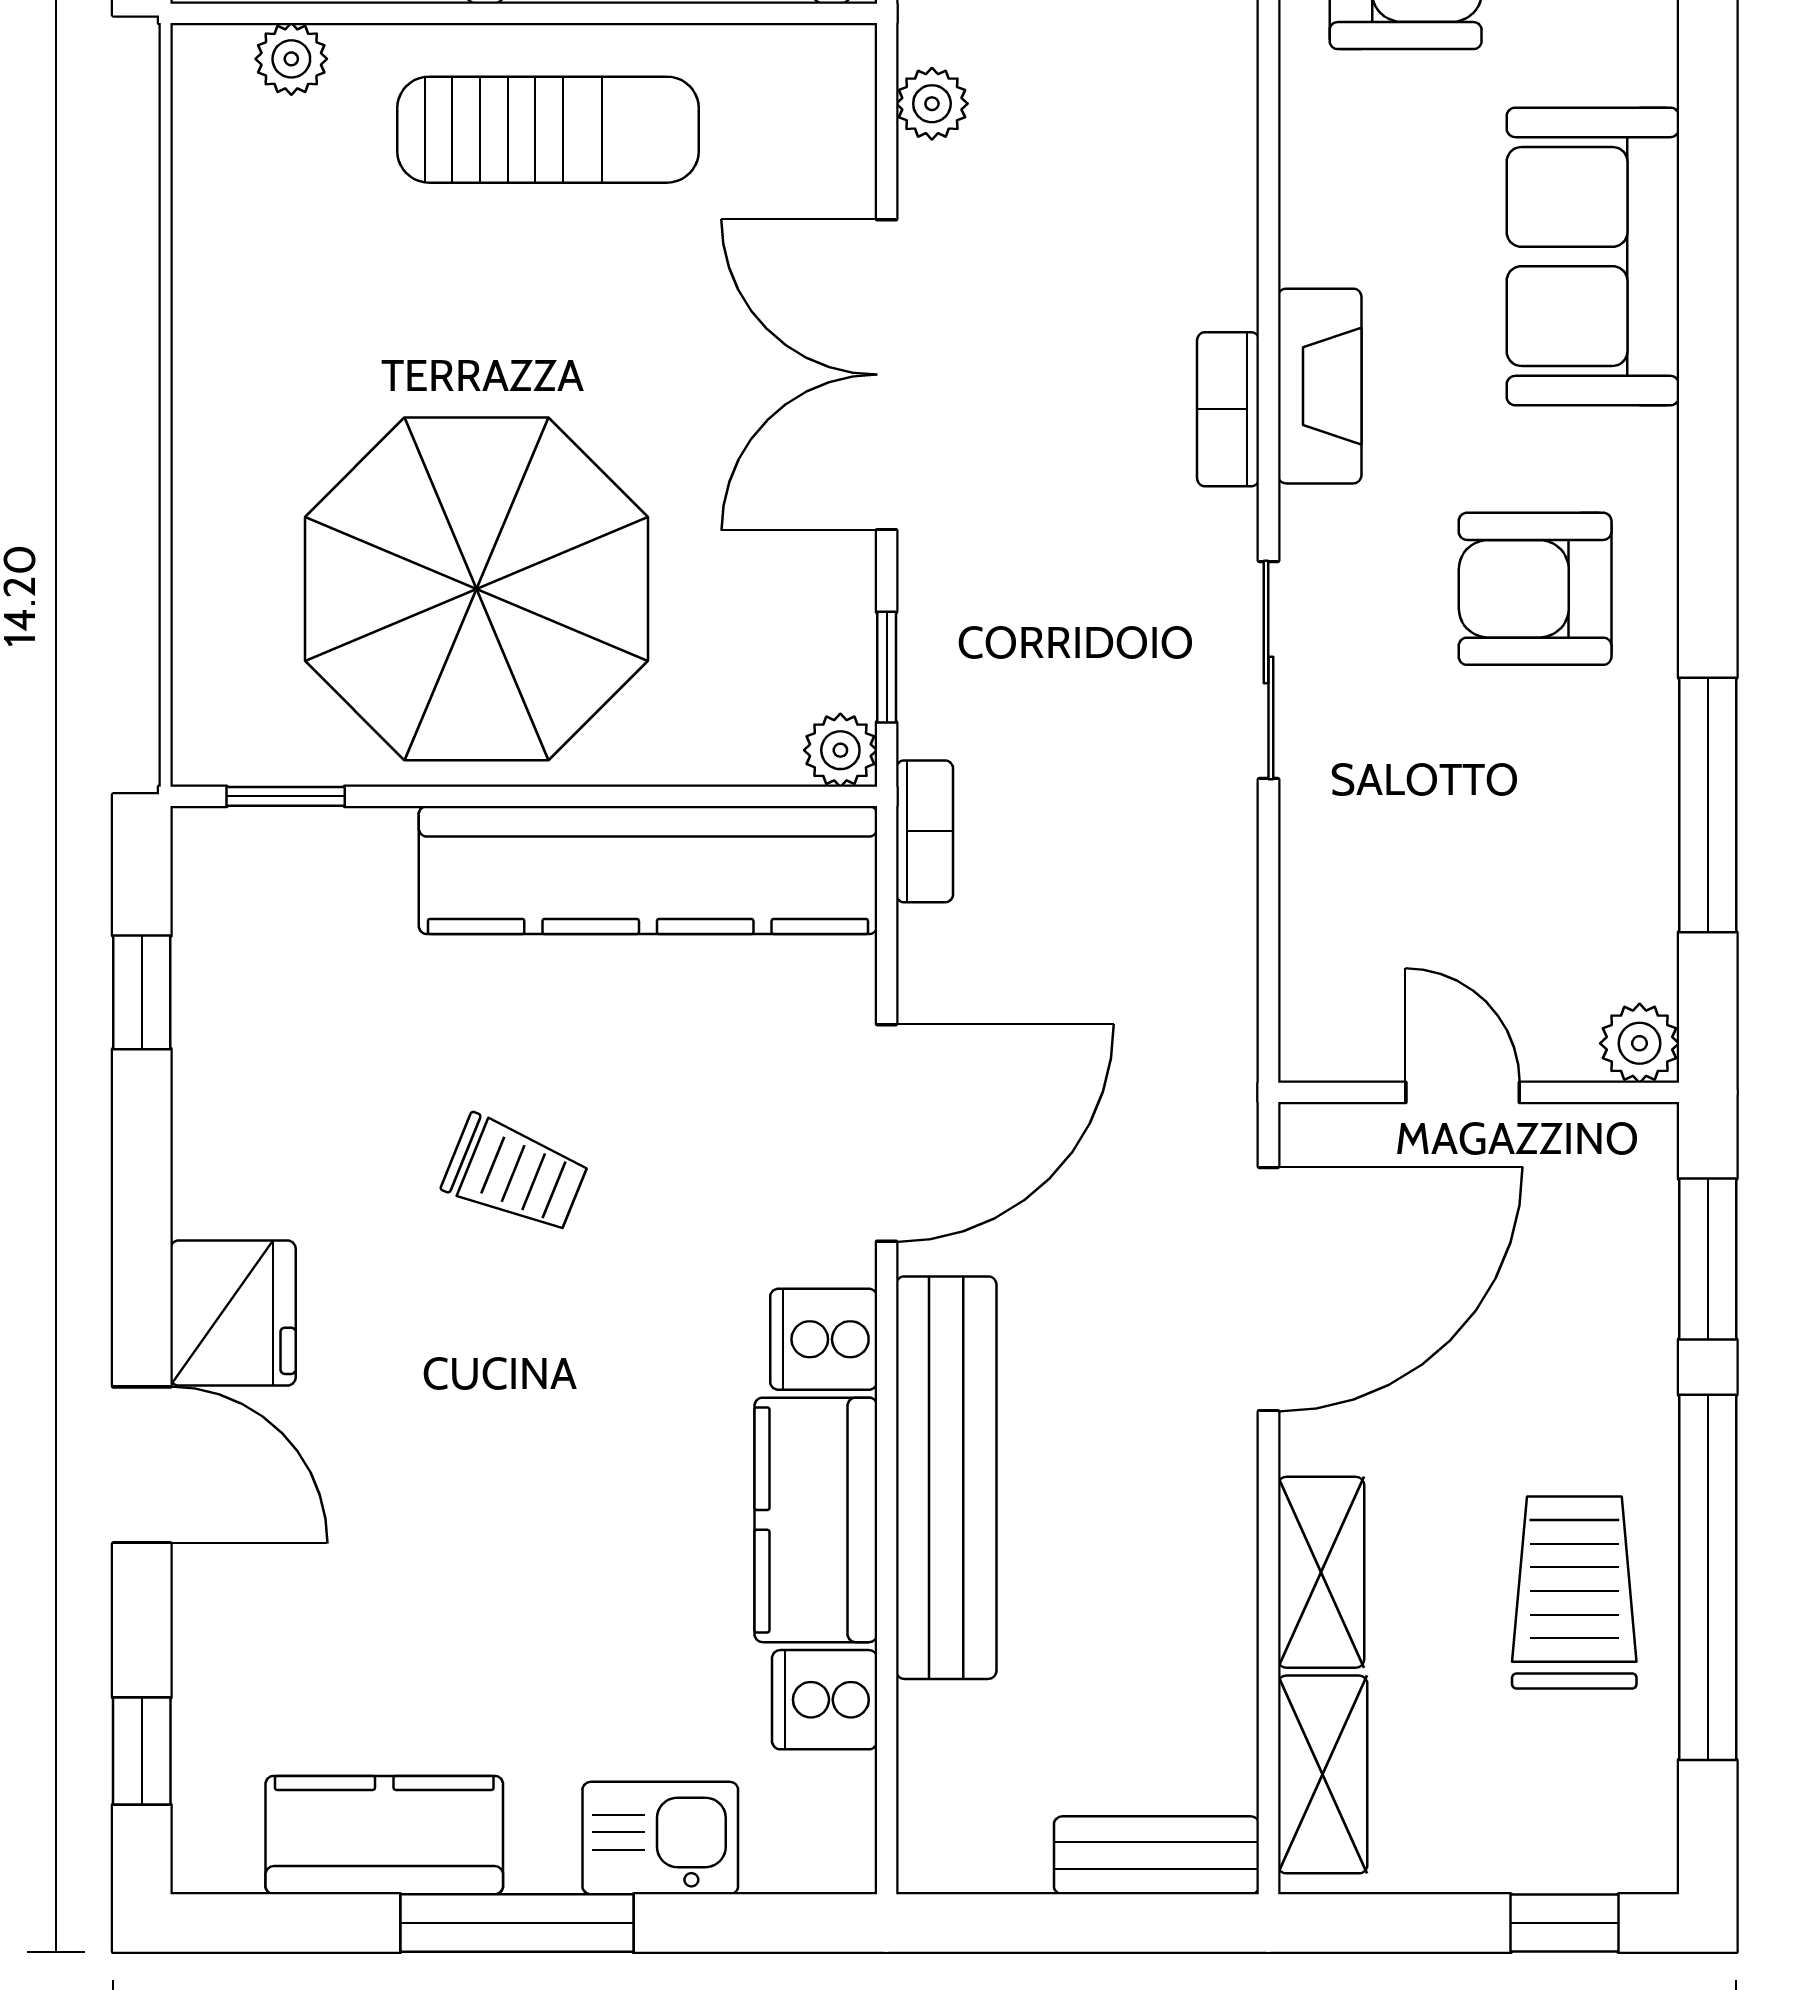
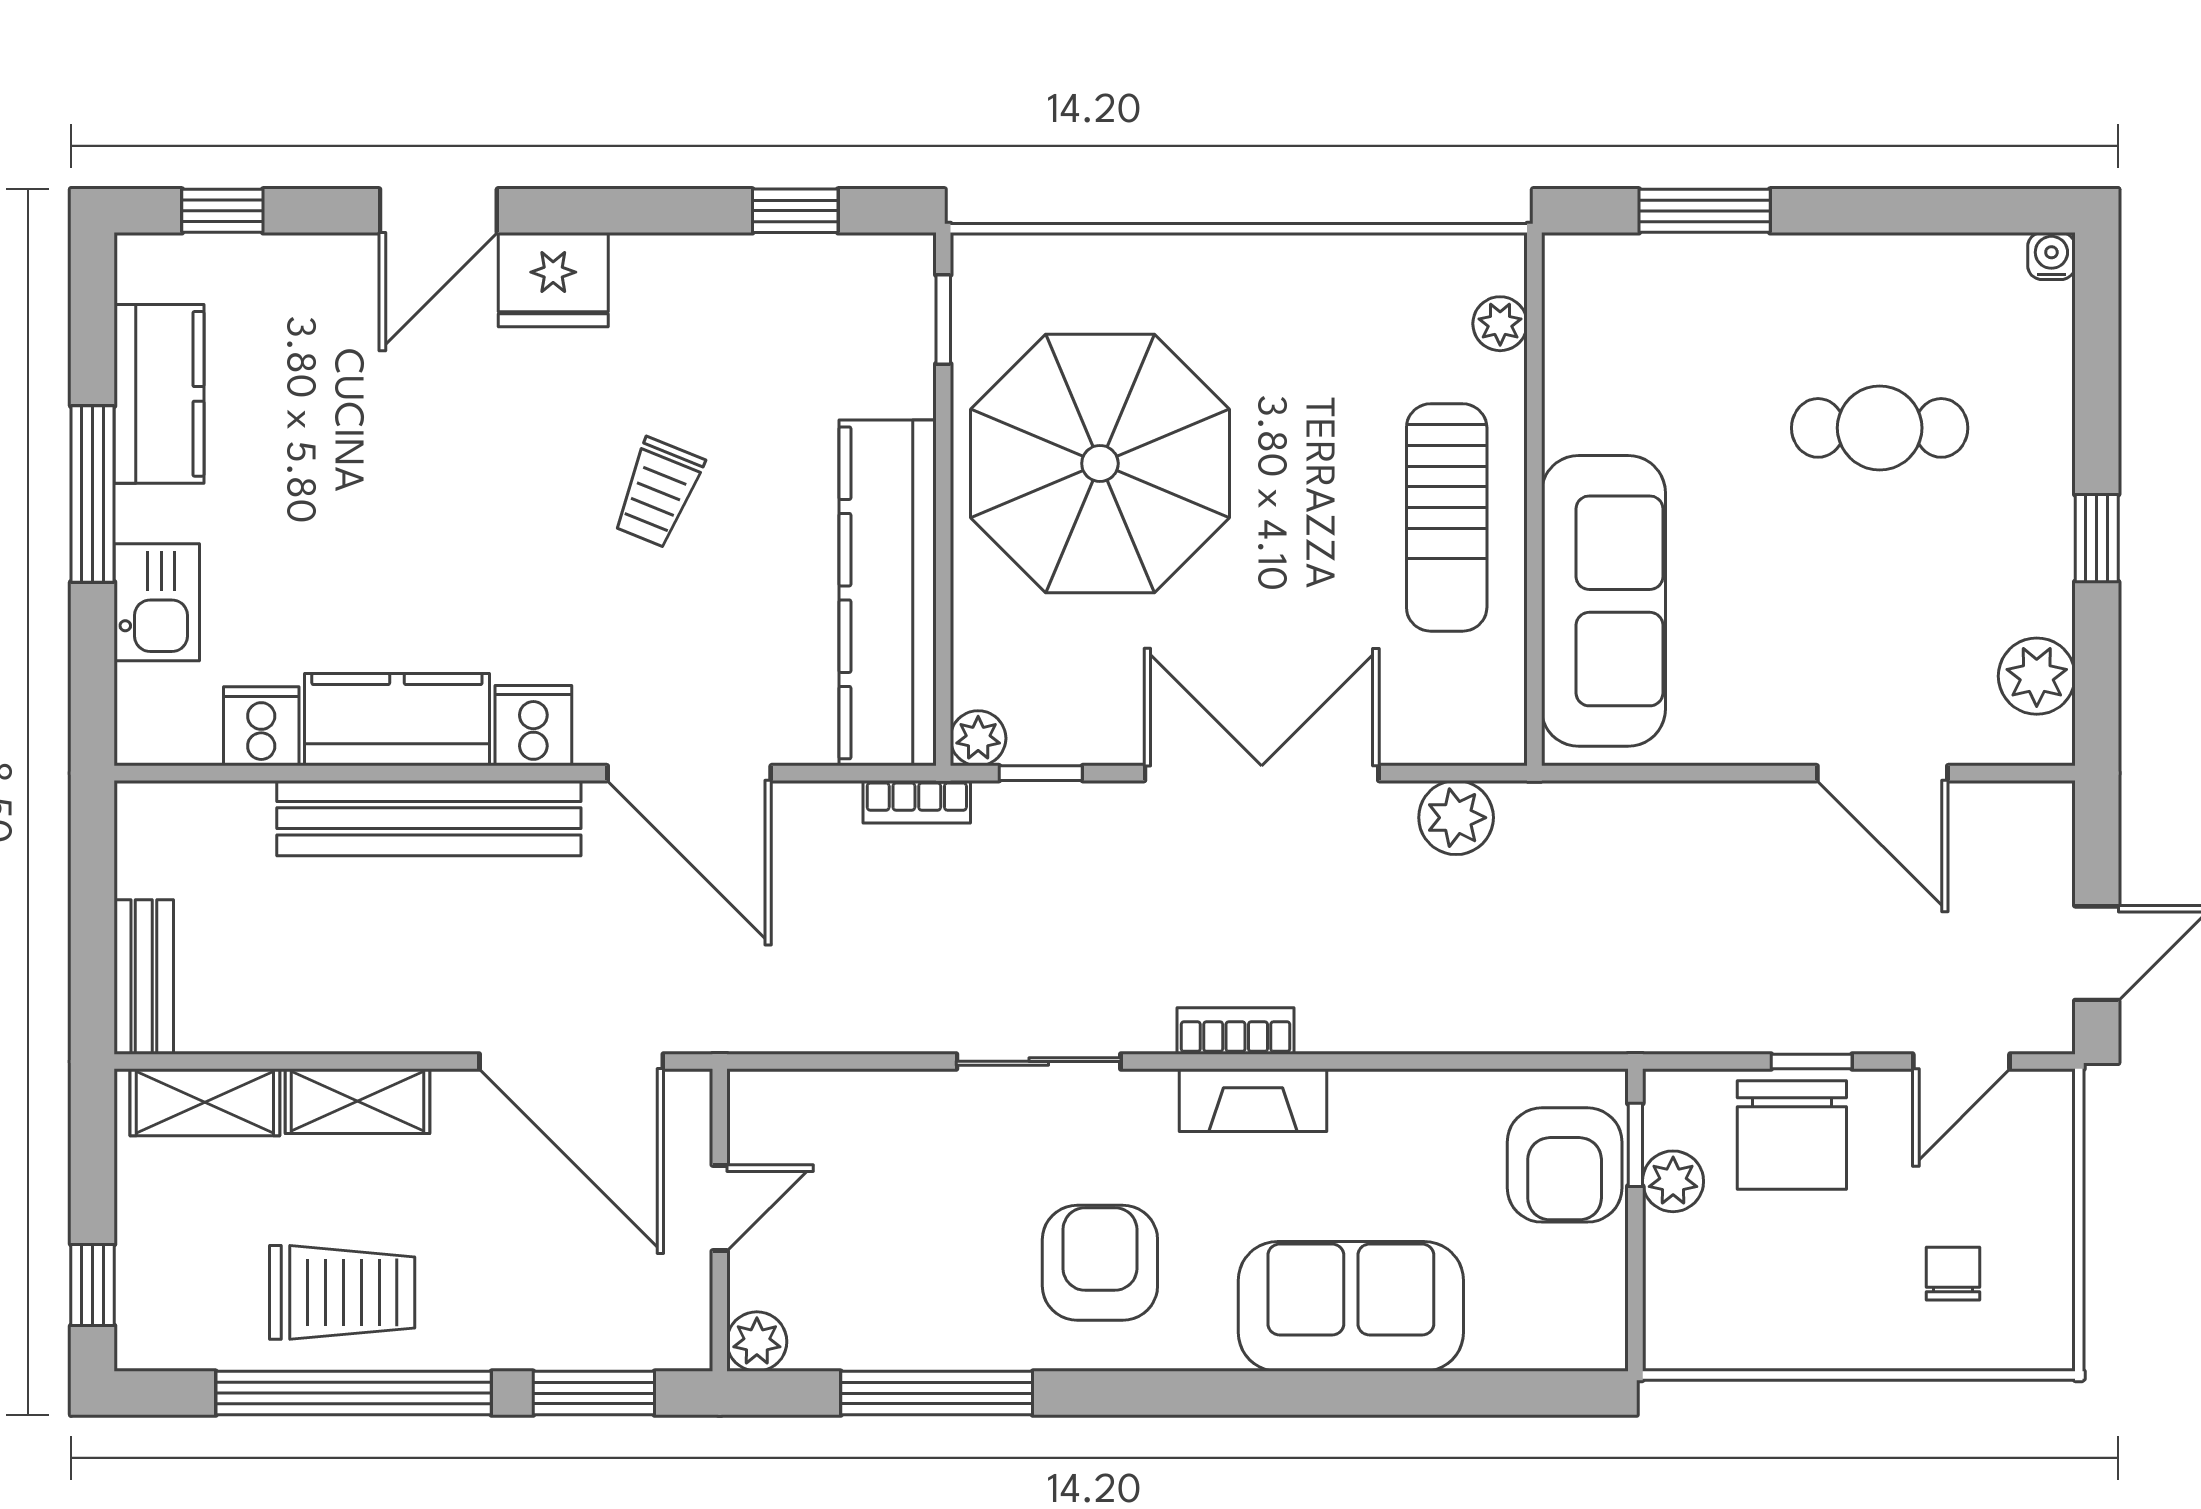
plant: (932, 104) -> (1456, 818), width x1.38, depth x1.38

